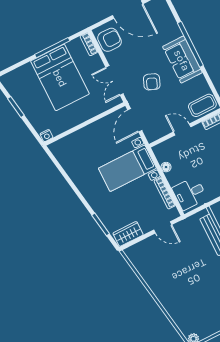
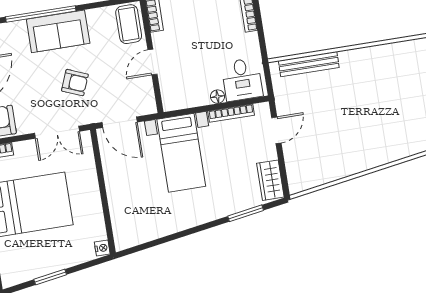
floor lamp: (166, 167) -> (218, 97), moved

